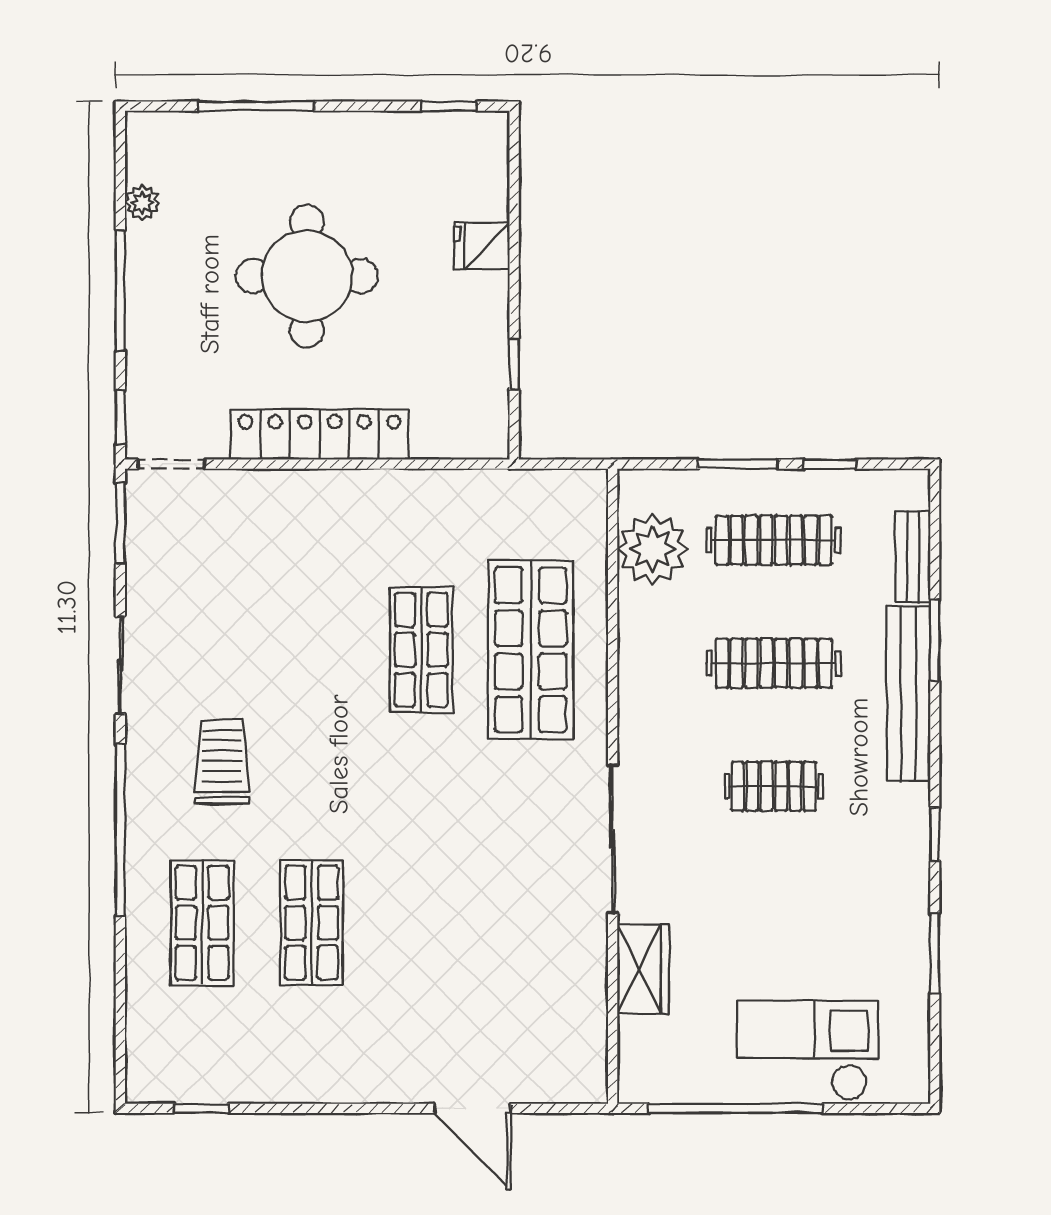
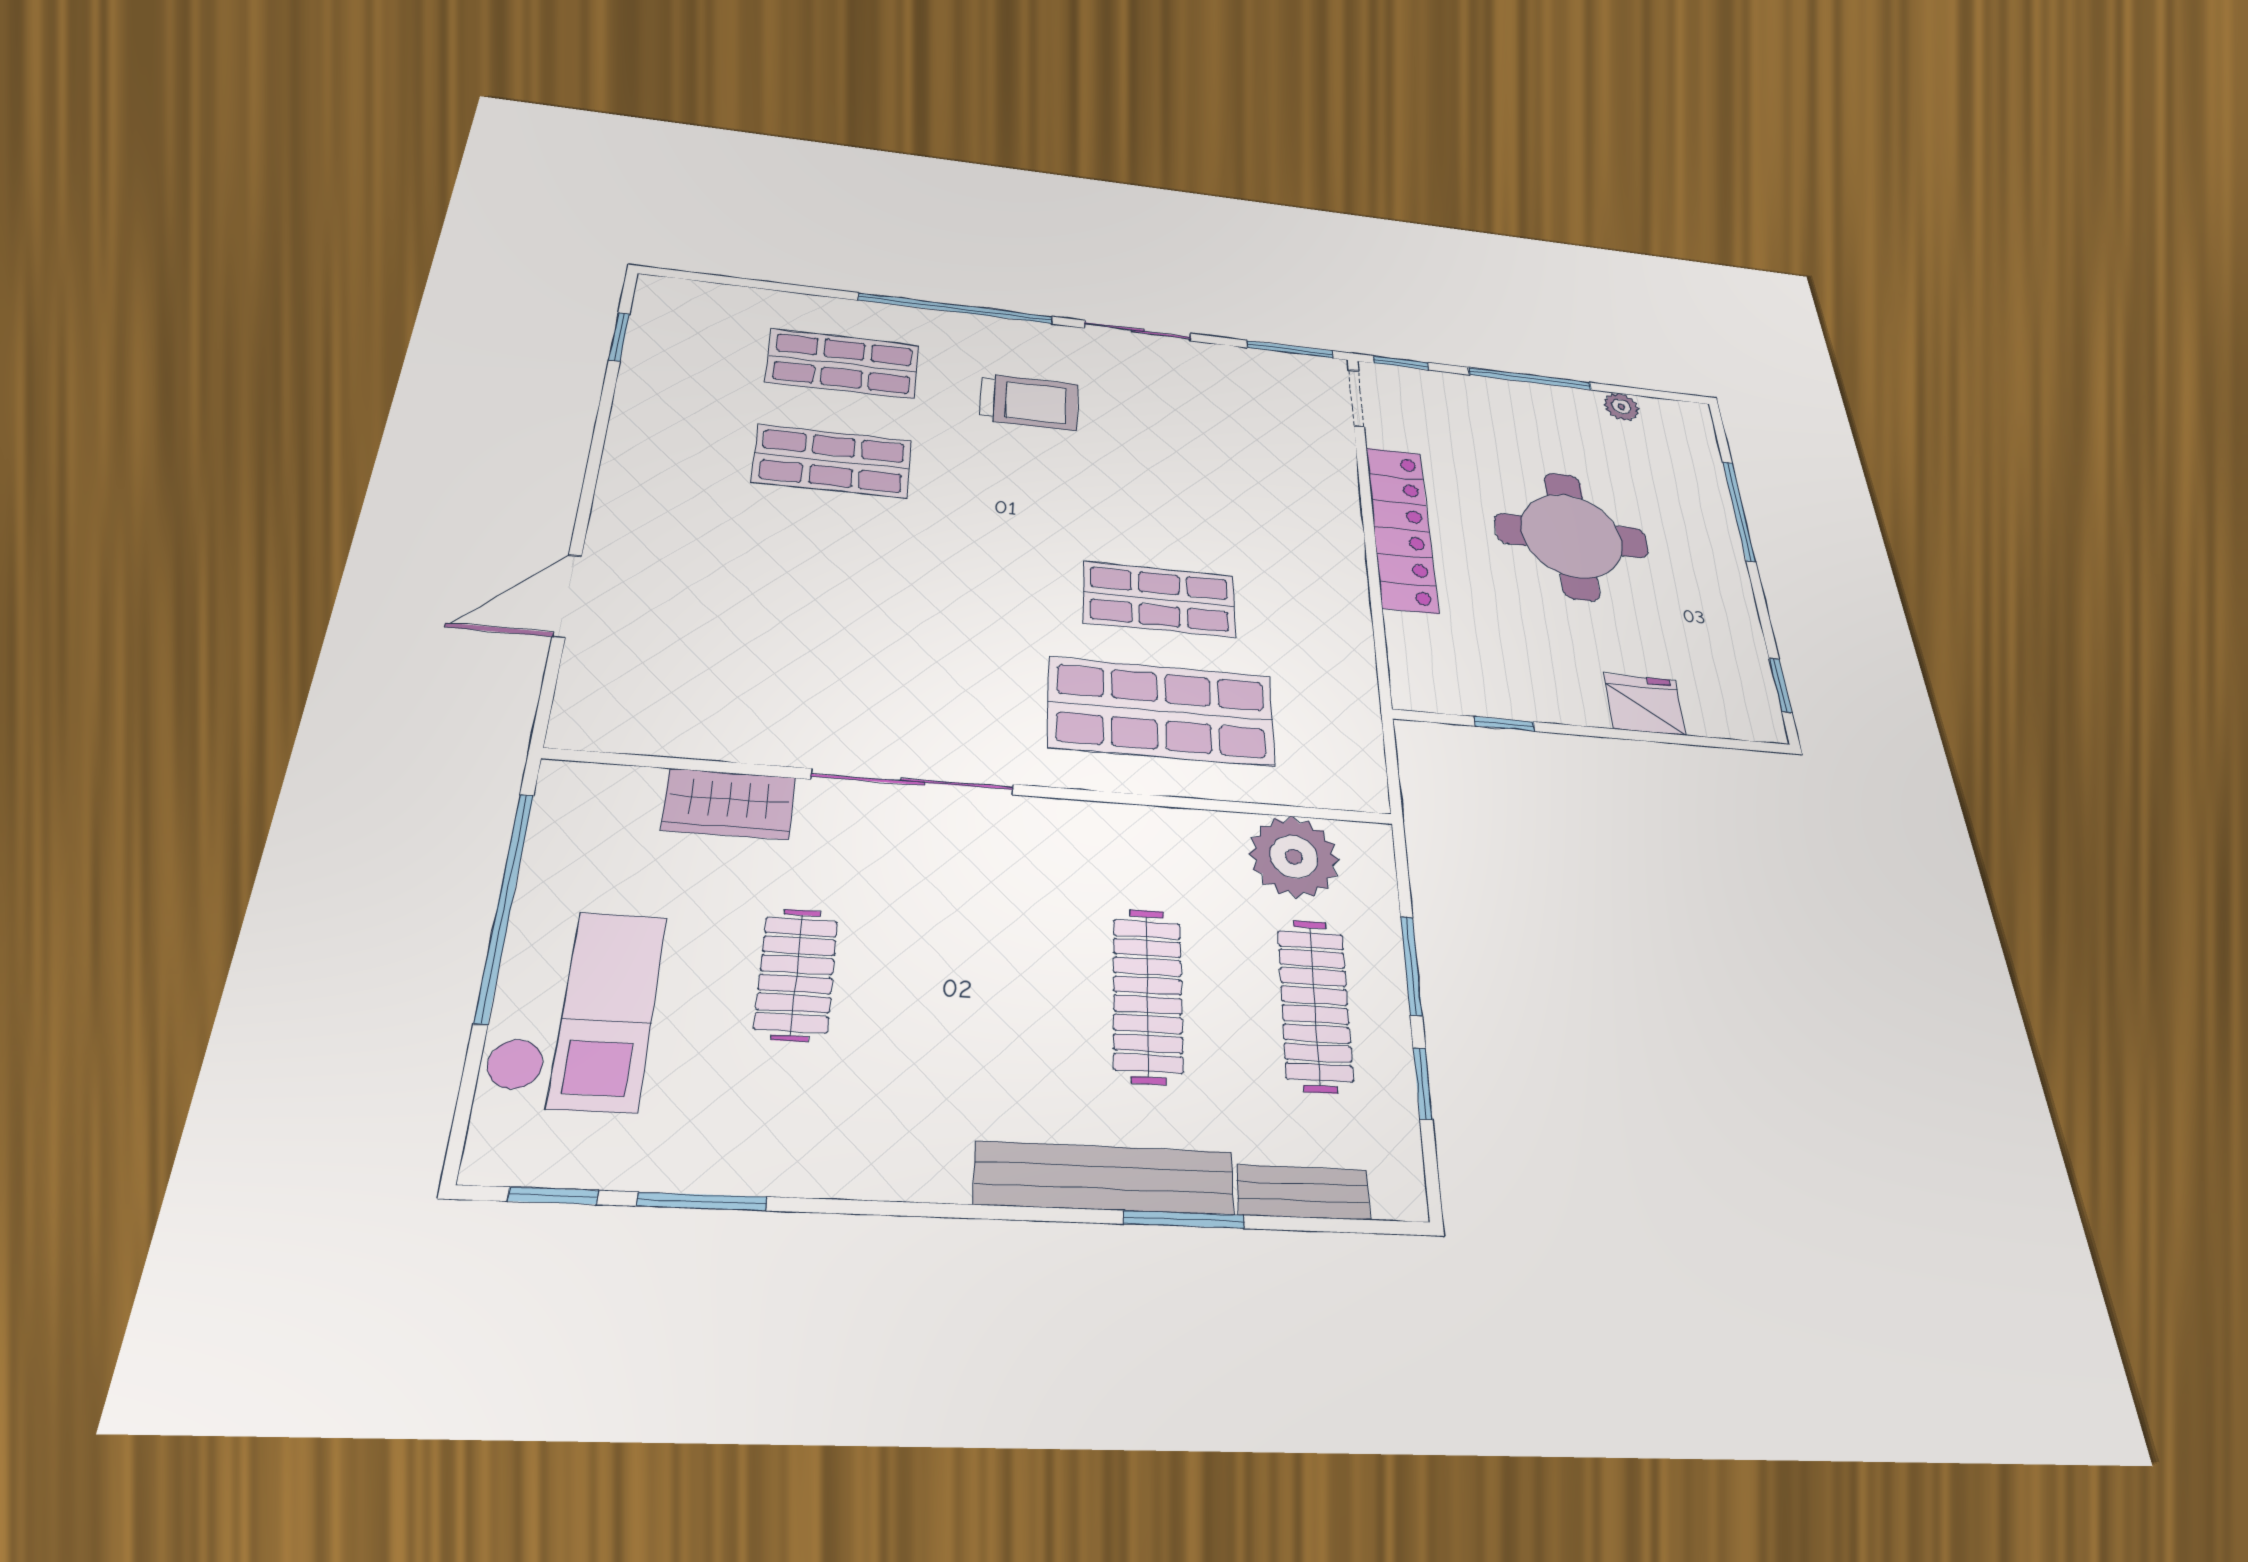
fridge: (482, 245) -> (1645, 704), width x1.38
clothes rail: (774, 786) -> (796, 974), moved
window: (935, 834) -> (553, 1196), moved

